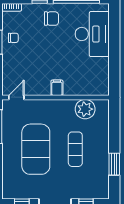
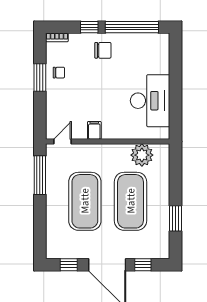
desk: (92, 34) -> (150, 101), moved
filing cabinet: (57, 88) -> (94, 130), moved
exercise mat: (75, 149) -> (131, 201), width x2.00, depth x1.45

